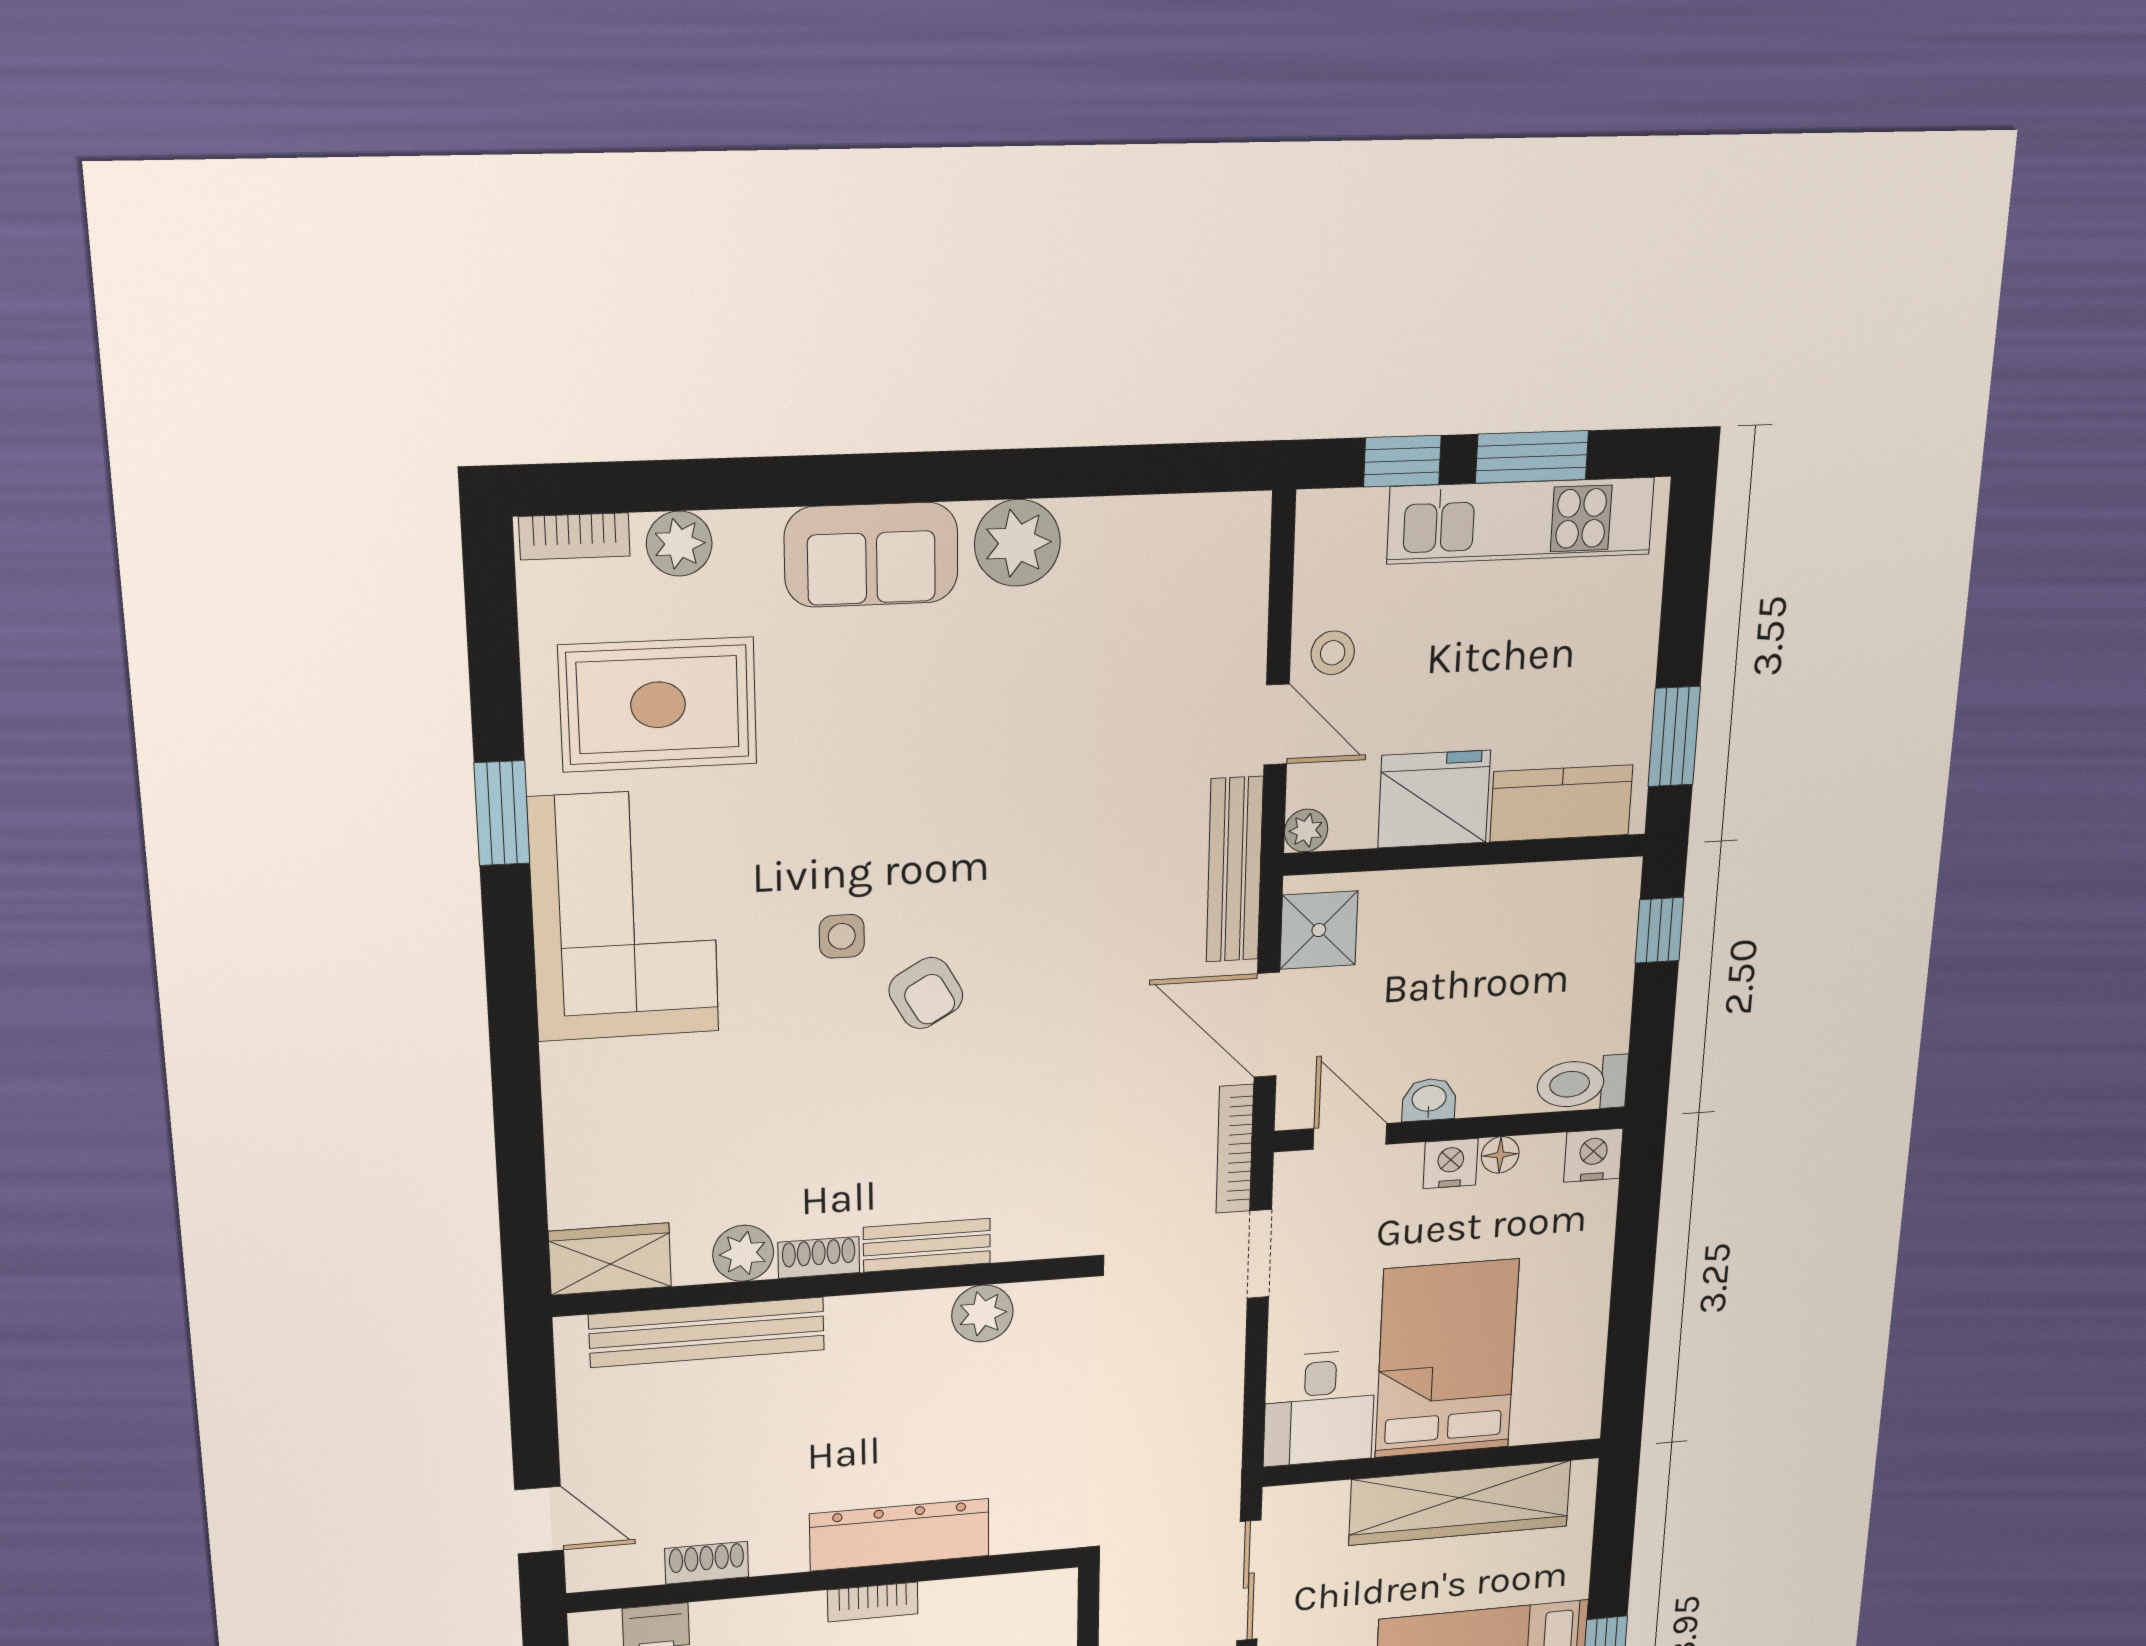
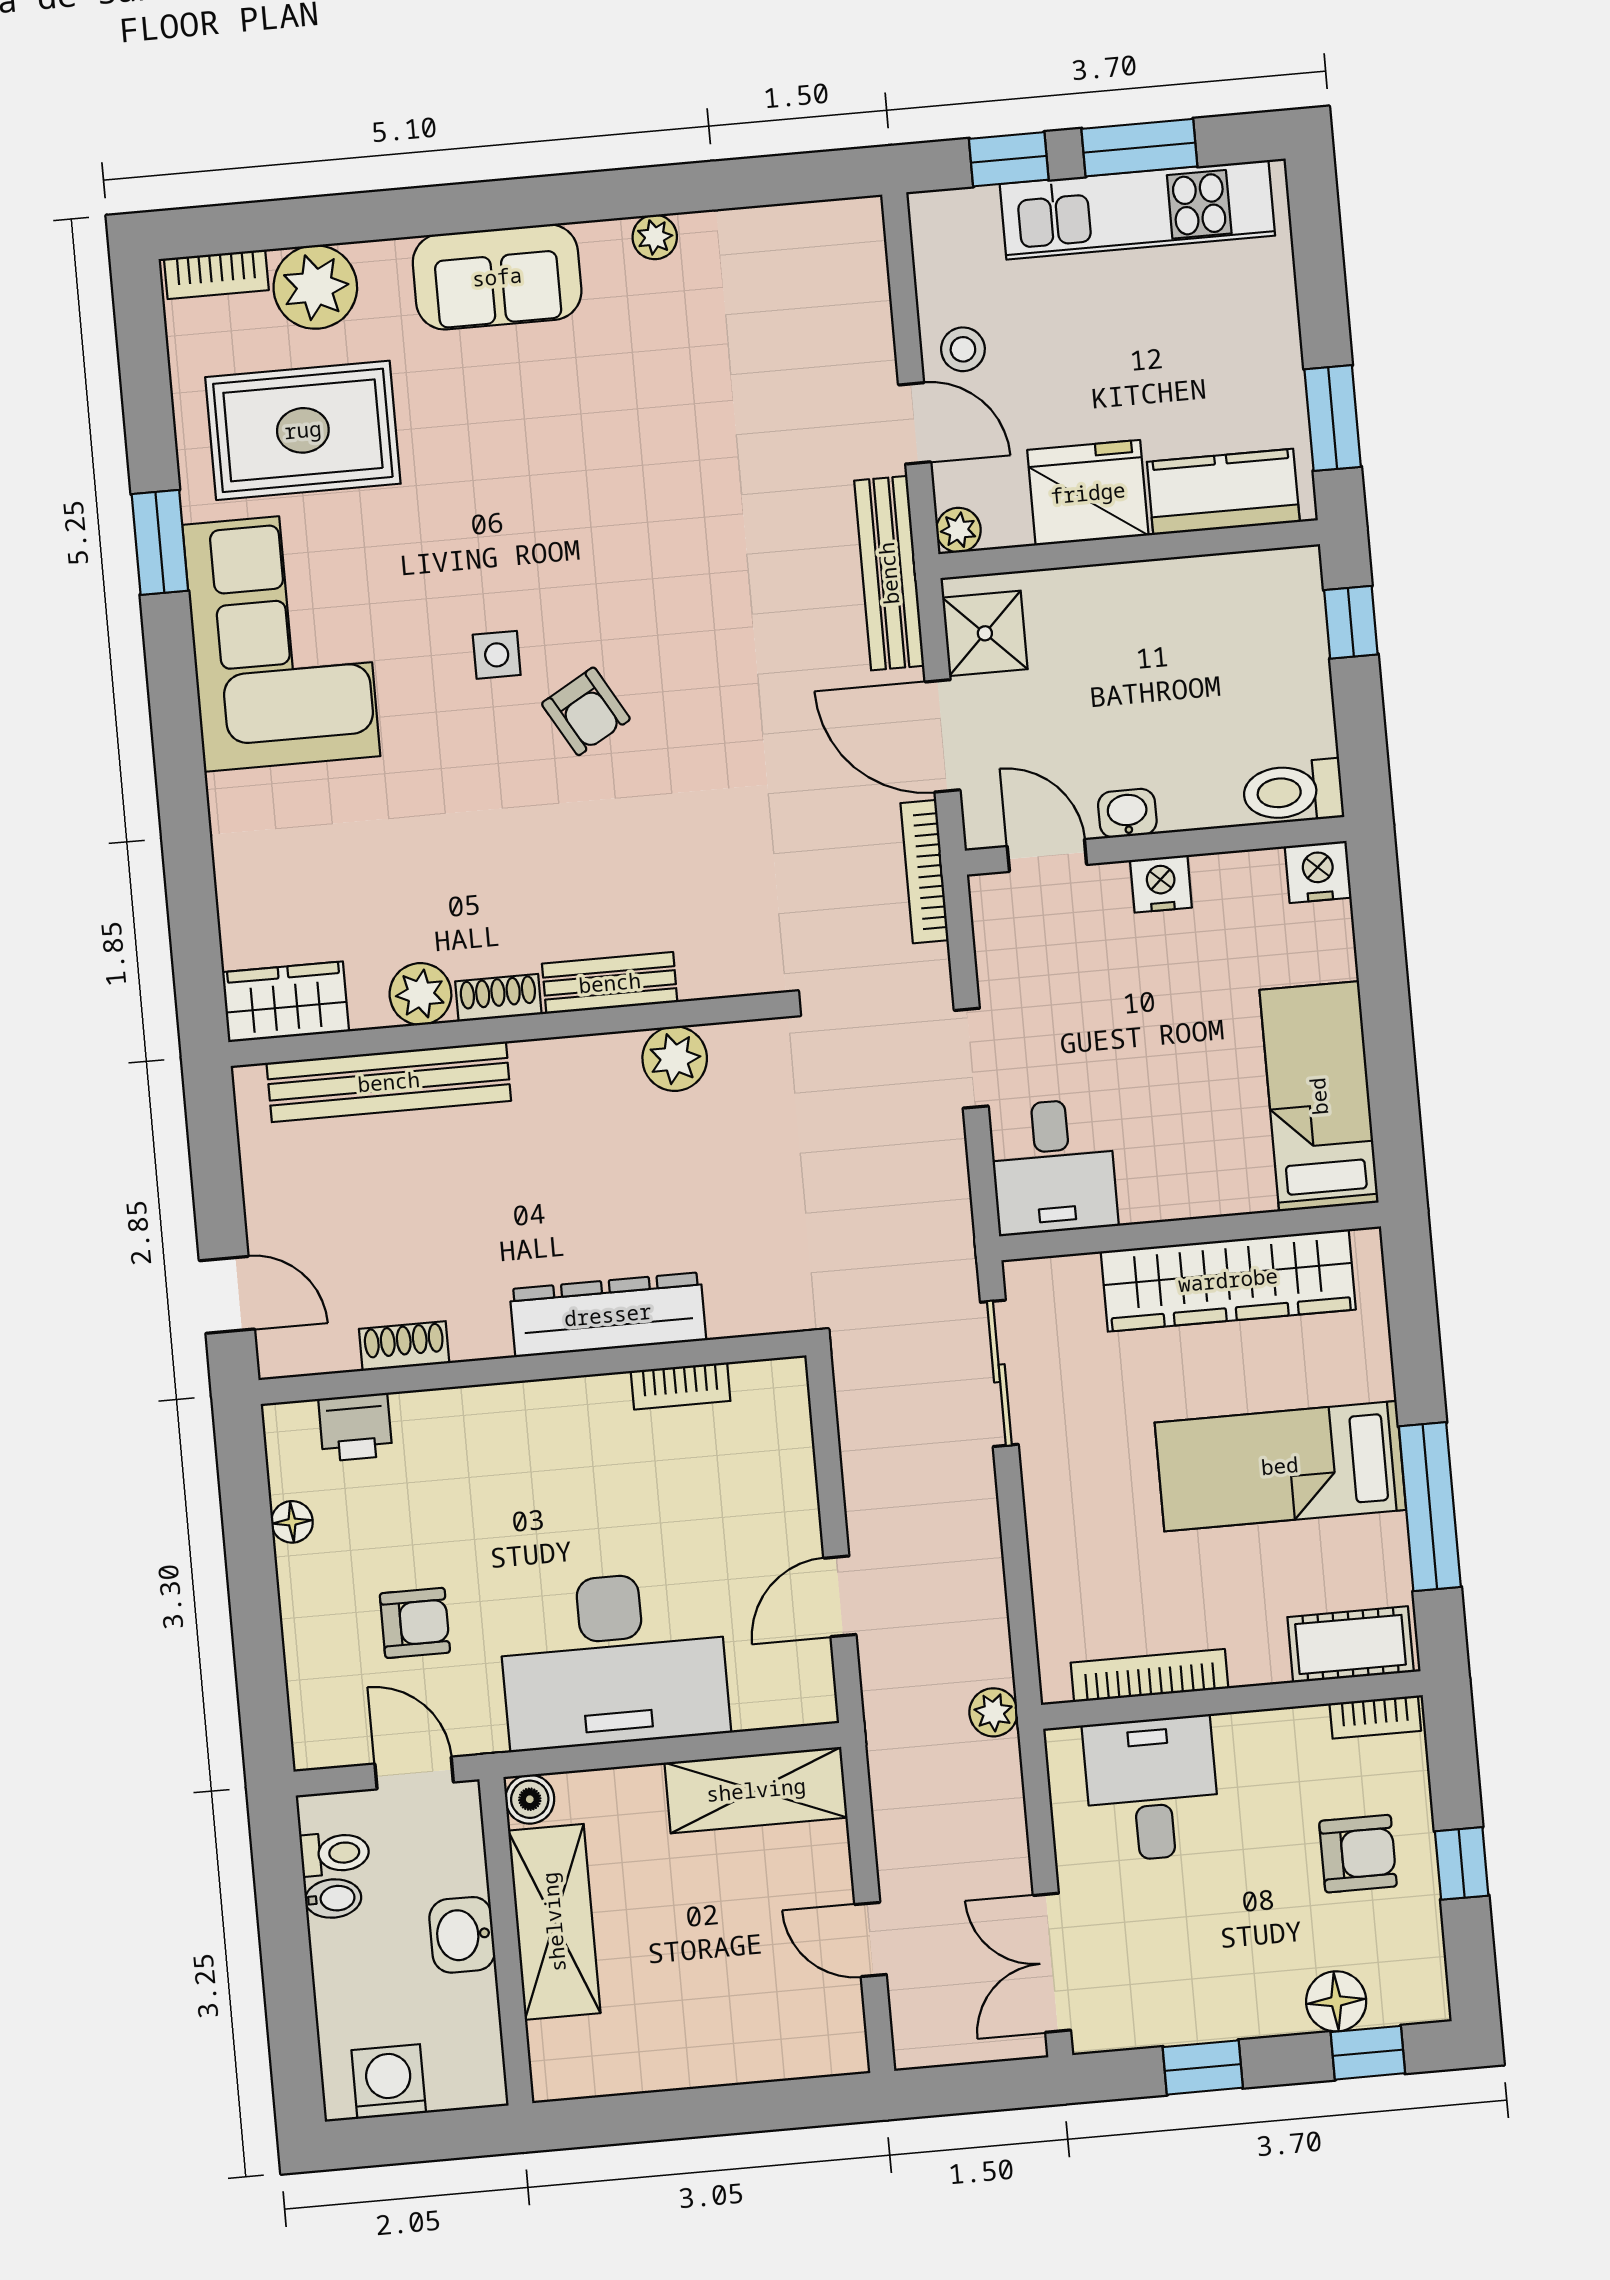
plant: (1017, 543) -> (655, 237), width x0.53, depth x0.53
plant: (679, 544) -> (315, 287), width x1.36, depth x1.36
floor lamp: (1500, 1155) -> (1214, 873), removed
doorway: (1259, 1254) -> (971, 1058), moved
bed: (1447, 1359) -> (1319, 1096), moved, width x0.67
bookcase: (873, 1602) -> (681, 1386), moved

